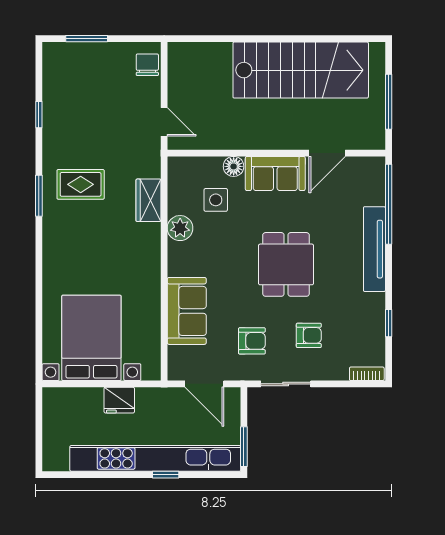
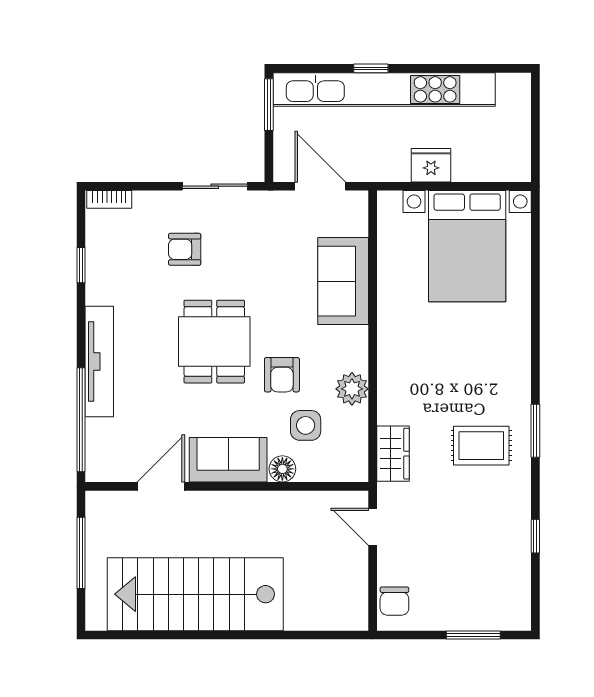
wardrobe: (148, 200) -> (393, 454), moved
armchair: (252, 341) -> (282, 375), moved, turned -90

